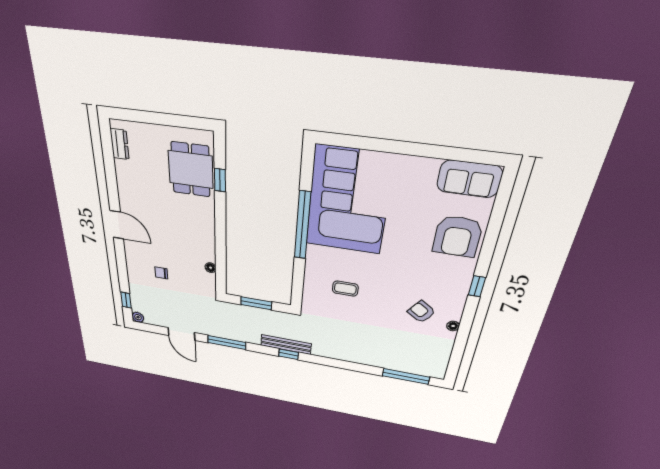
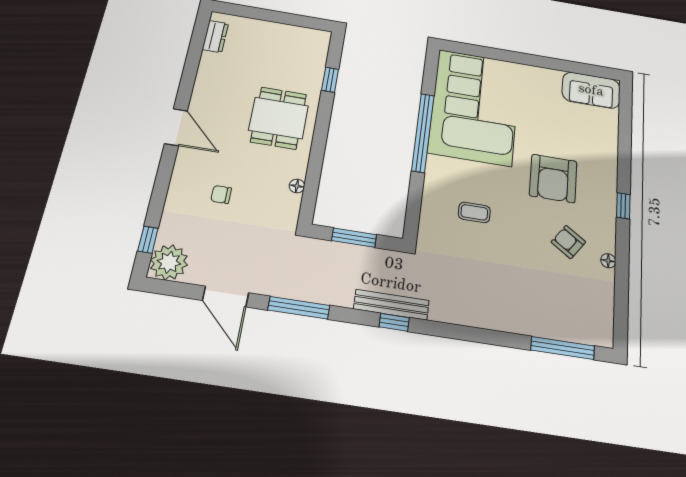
dining table: (191, 170) -> (279, 118), moved
armchair: (457, 236) -> (553, 178), moved
plant: (138, 317) -> (169, 262), width x1.88, depth x1.88

